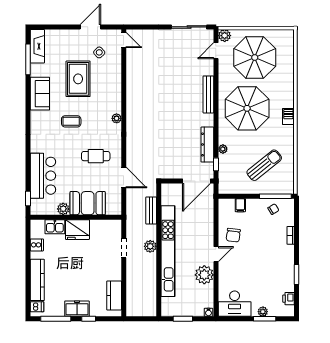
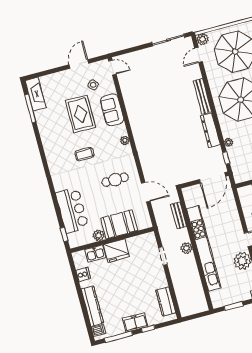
sofa: (40, 94) -> (112, 110), moved, turned 180
dresser: (207, 145) -> (210, 130), moved

